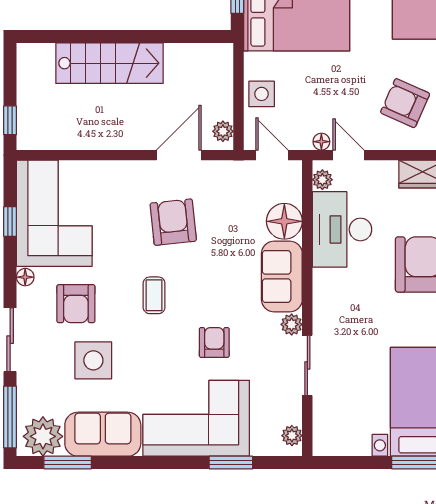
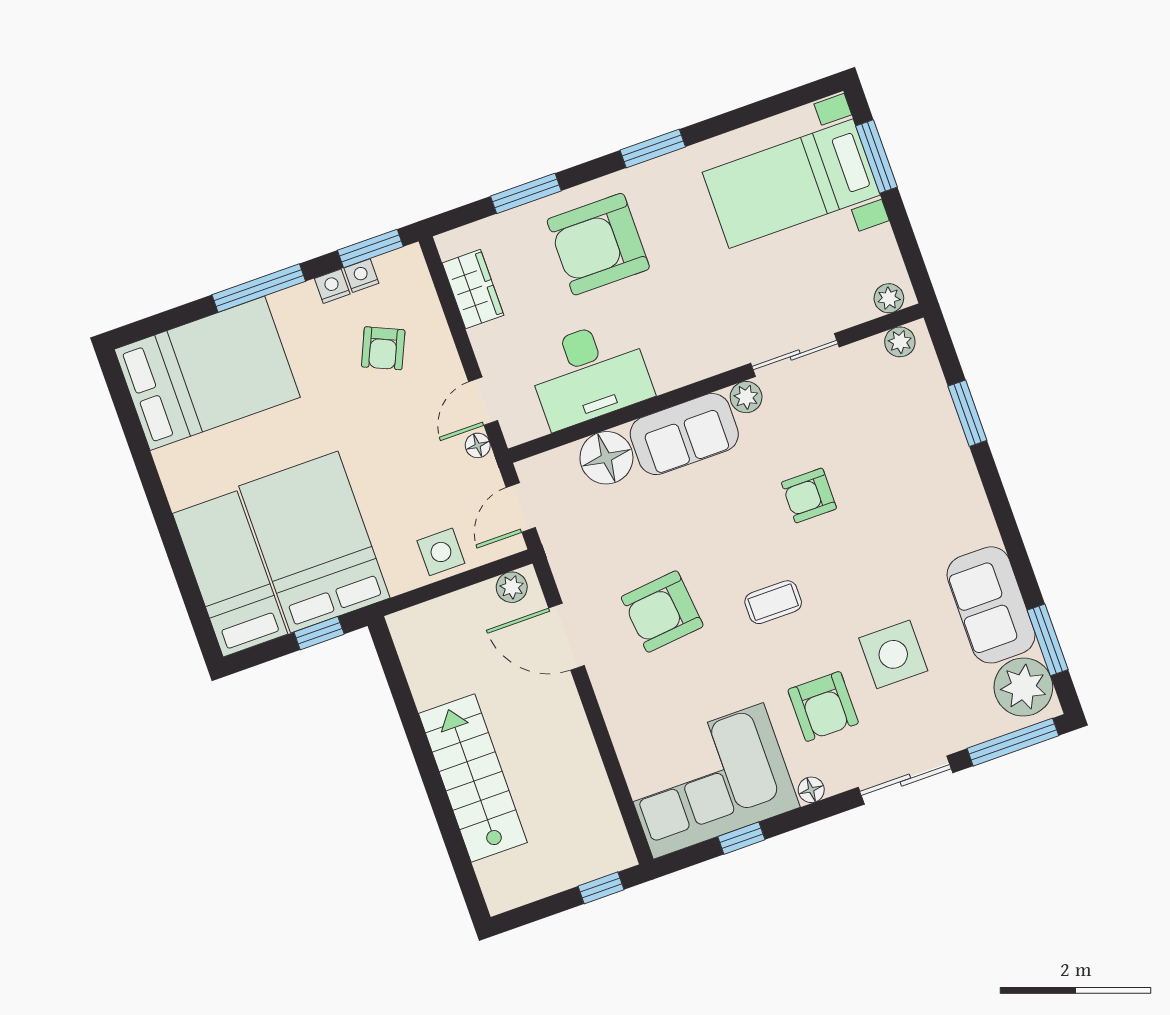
armchair: (405, 103) -> (383, 348), width x0.72, depth x0.72
plant: (322, 180) -> (889, 298), moved
armchair: (76, 304) -> (823, 706), turned 90
corner sofa: (196, 418) -> (923, 483), removed

